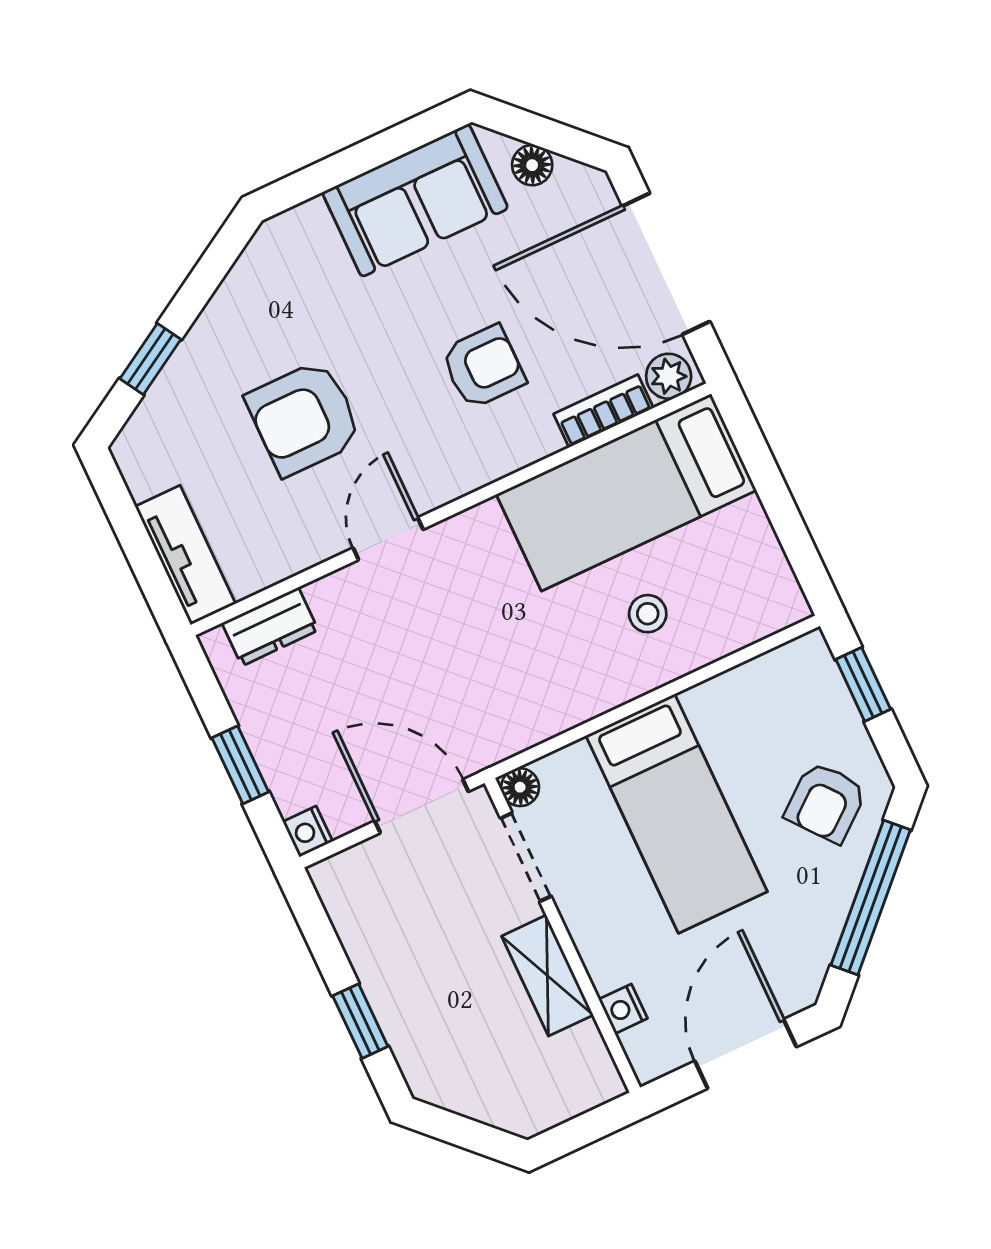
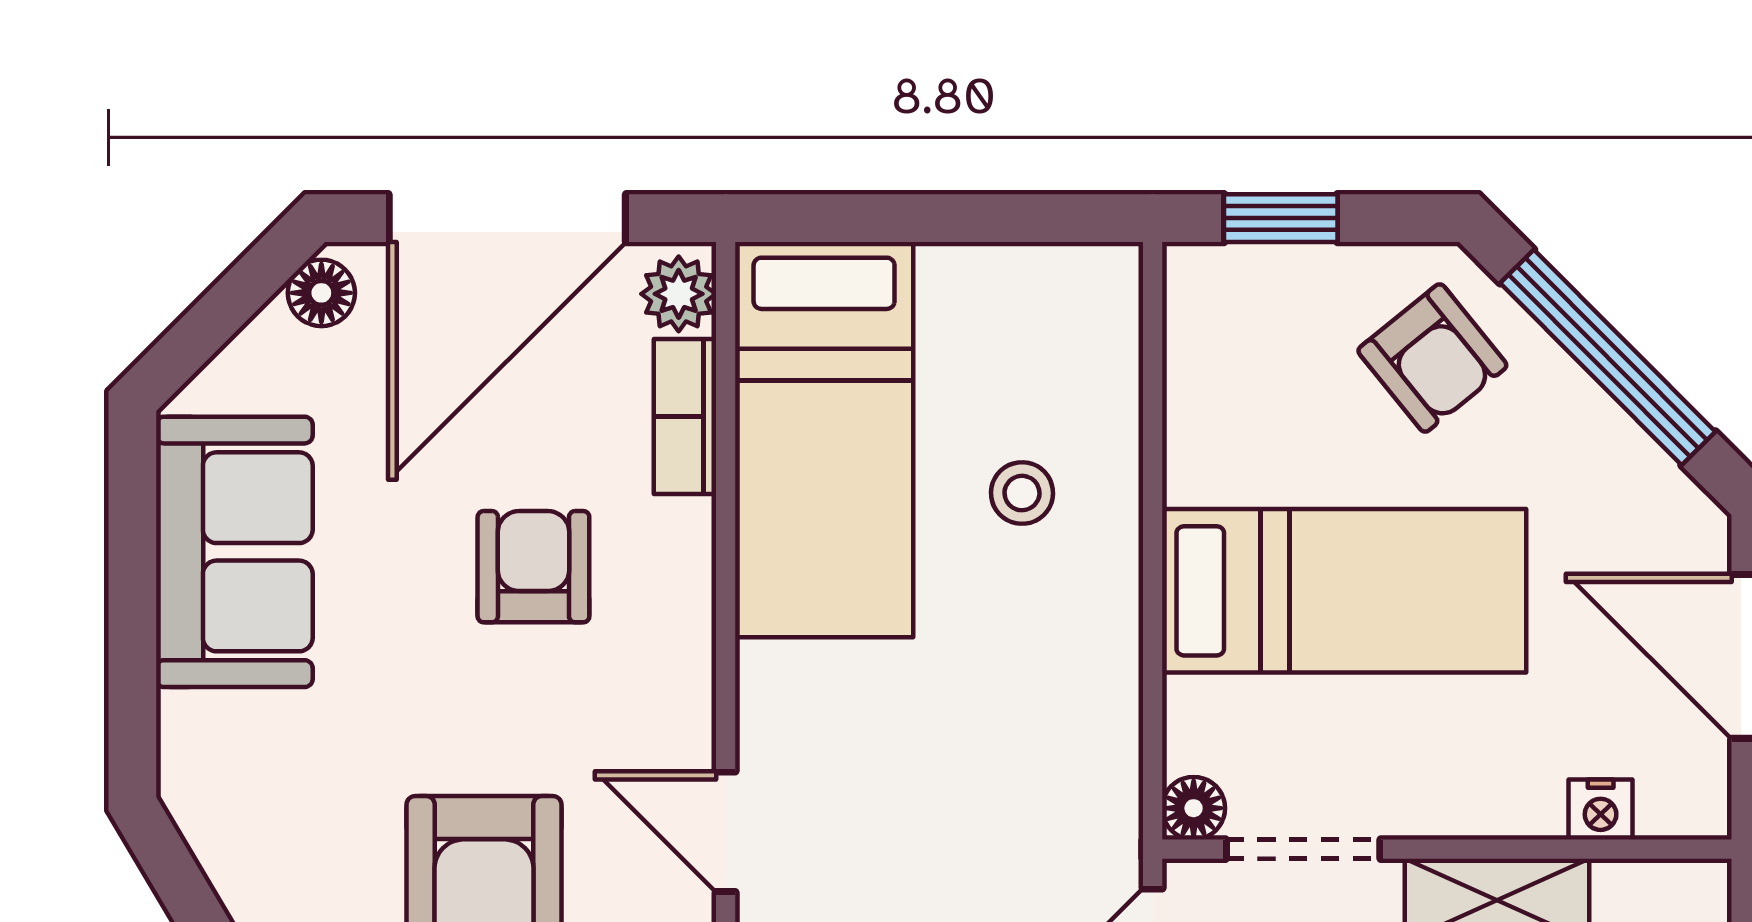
floor lamp: (532, 165) -> (321, 293), moved

